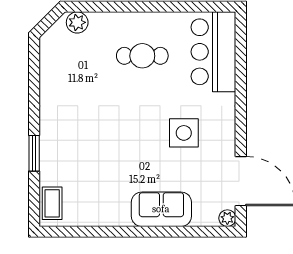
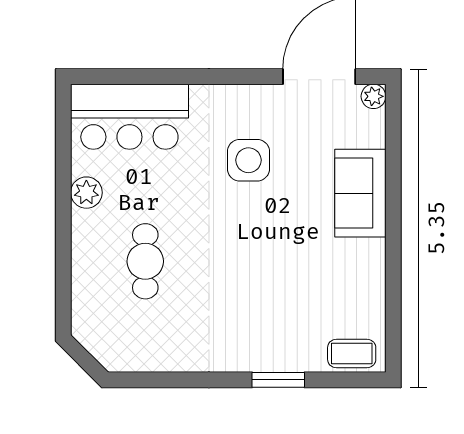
plant: (77, 22) -> (86, 193), moved
cafe table: (142, 56) -> (145, 261), moved

